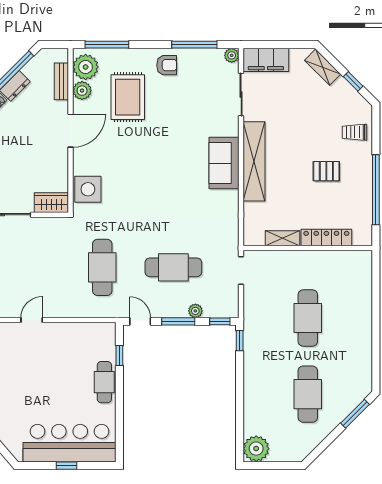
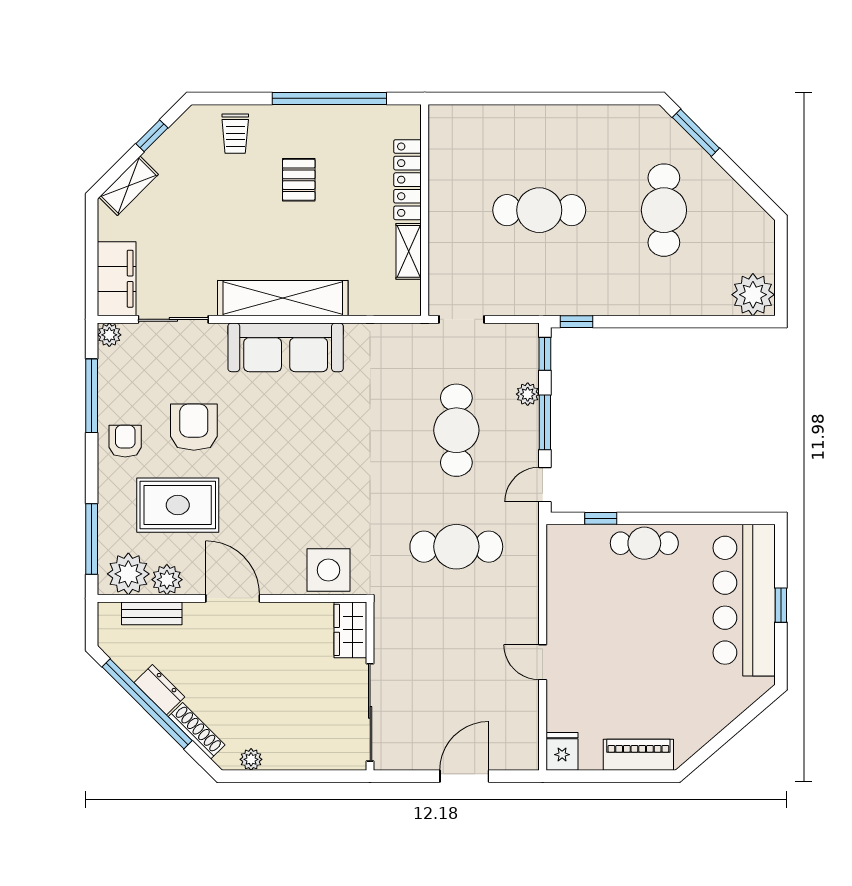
armchair: (175, 107) -> (194, 427), added
sofa: (224, 163) -> (286, 347), width x1.36
cafe table: (308, 394) -> (664, 210), turned 90

